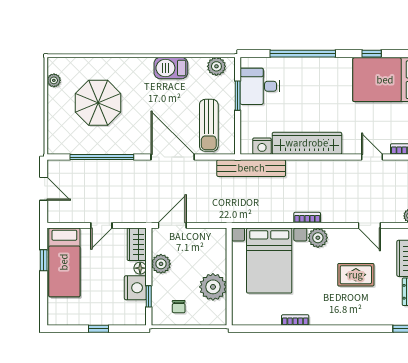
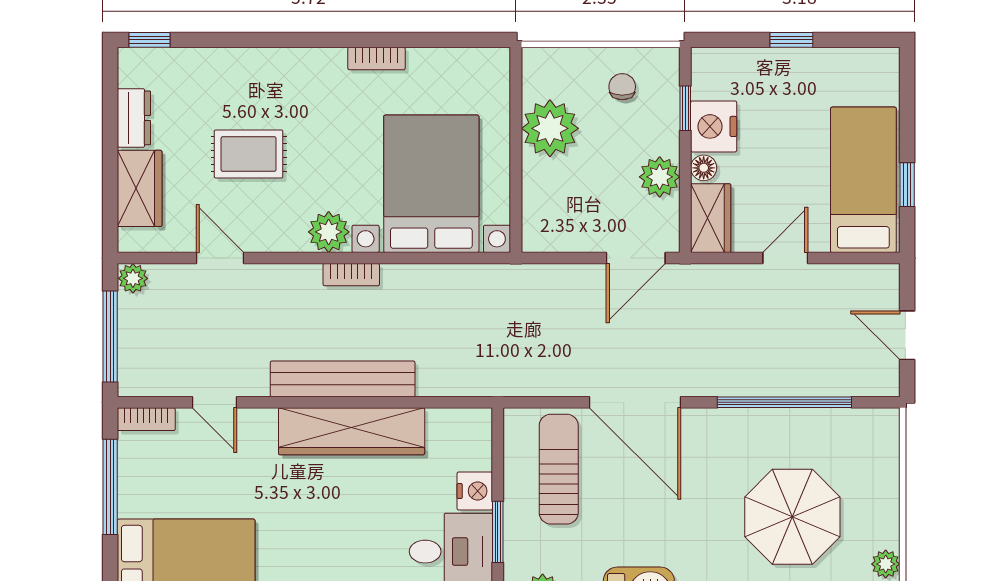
nightstand: (262, 146) -> (475, 491), moved, turned 90
bench: (251, 168) -> (343, 379), moved

